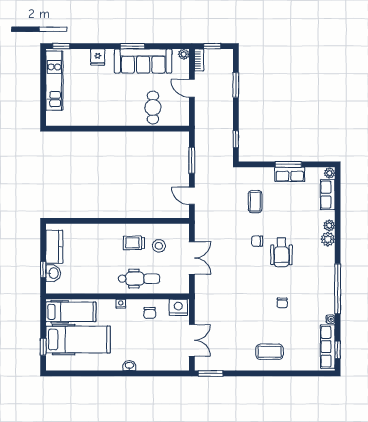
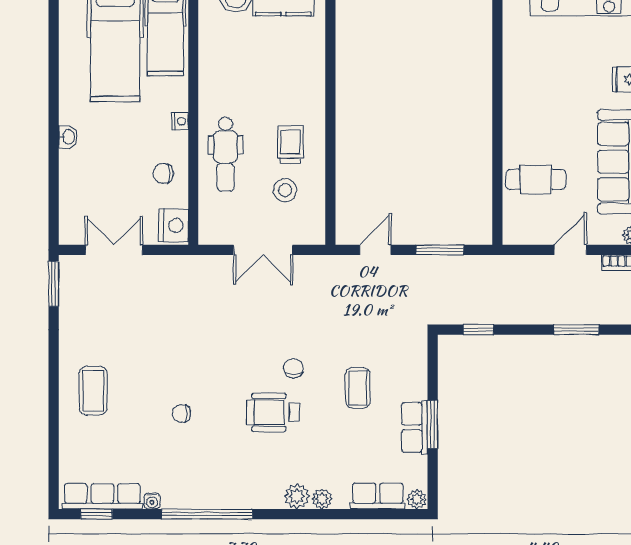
coffee table: (255, 202) -> (358, 388), moved, turned 90
double door: (192, 340) -> (114, 250), swing flipped

